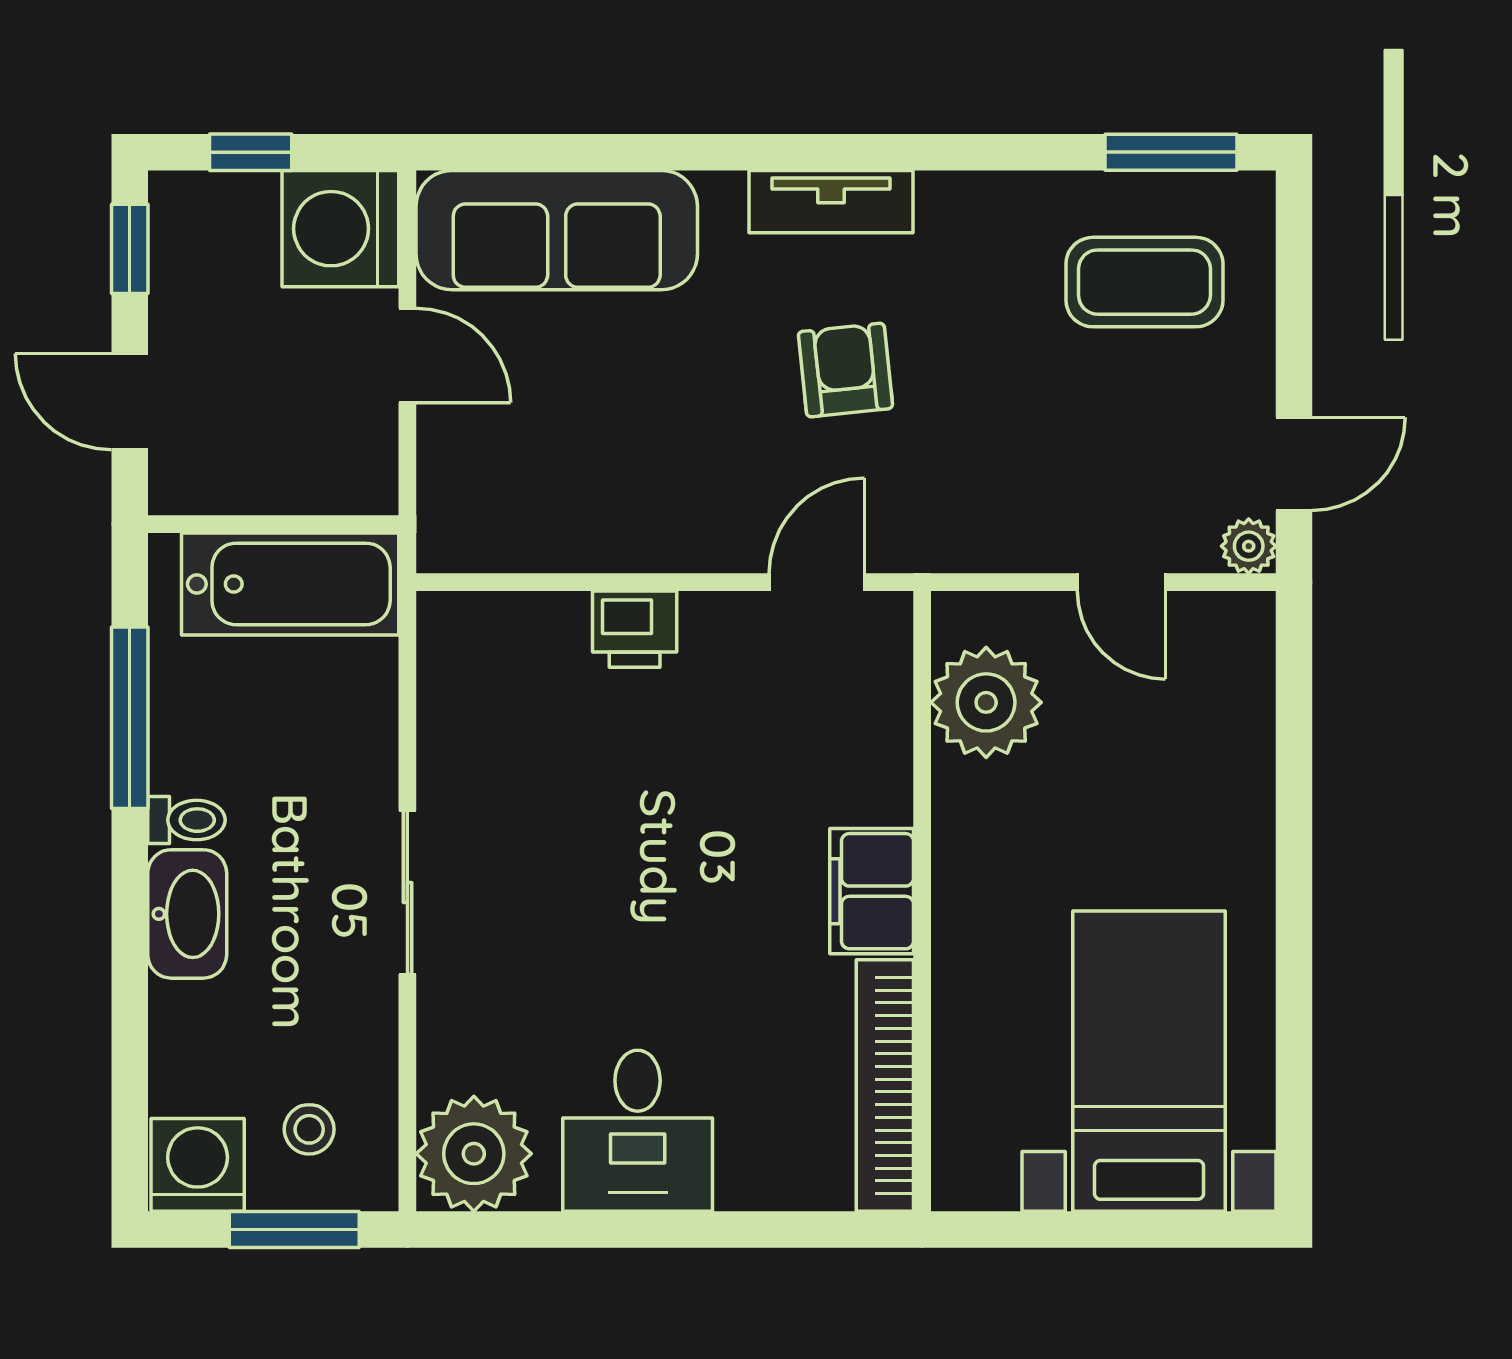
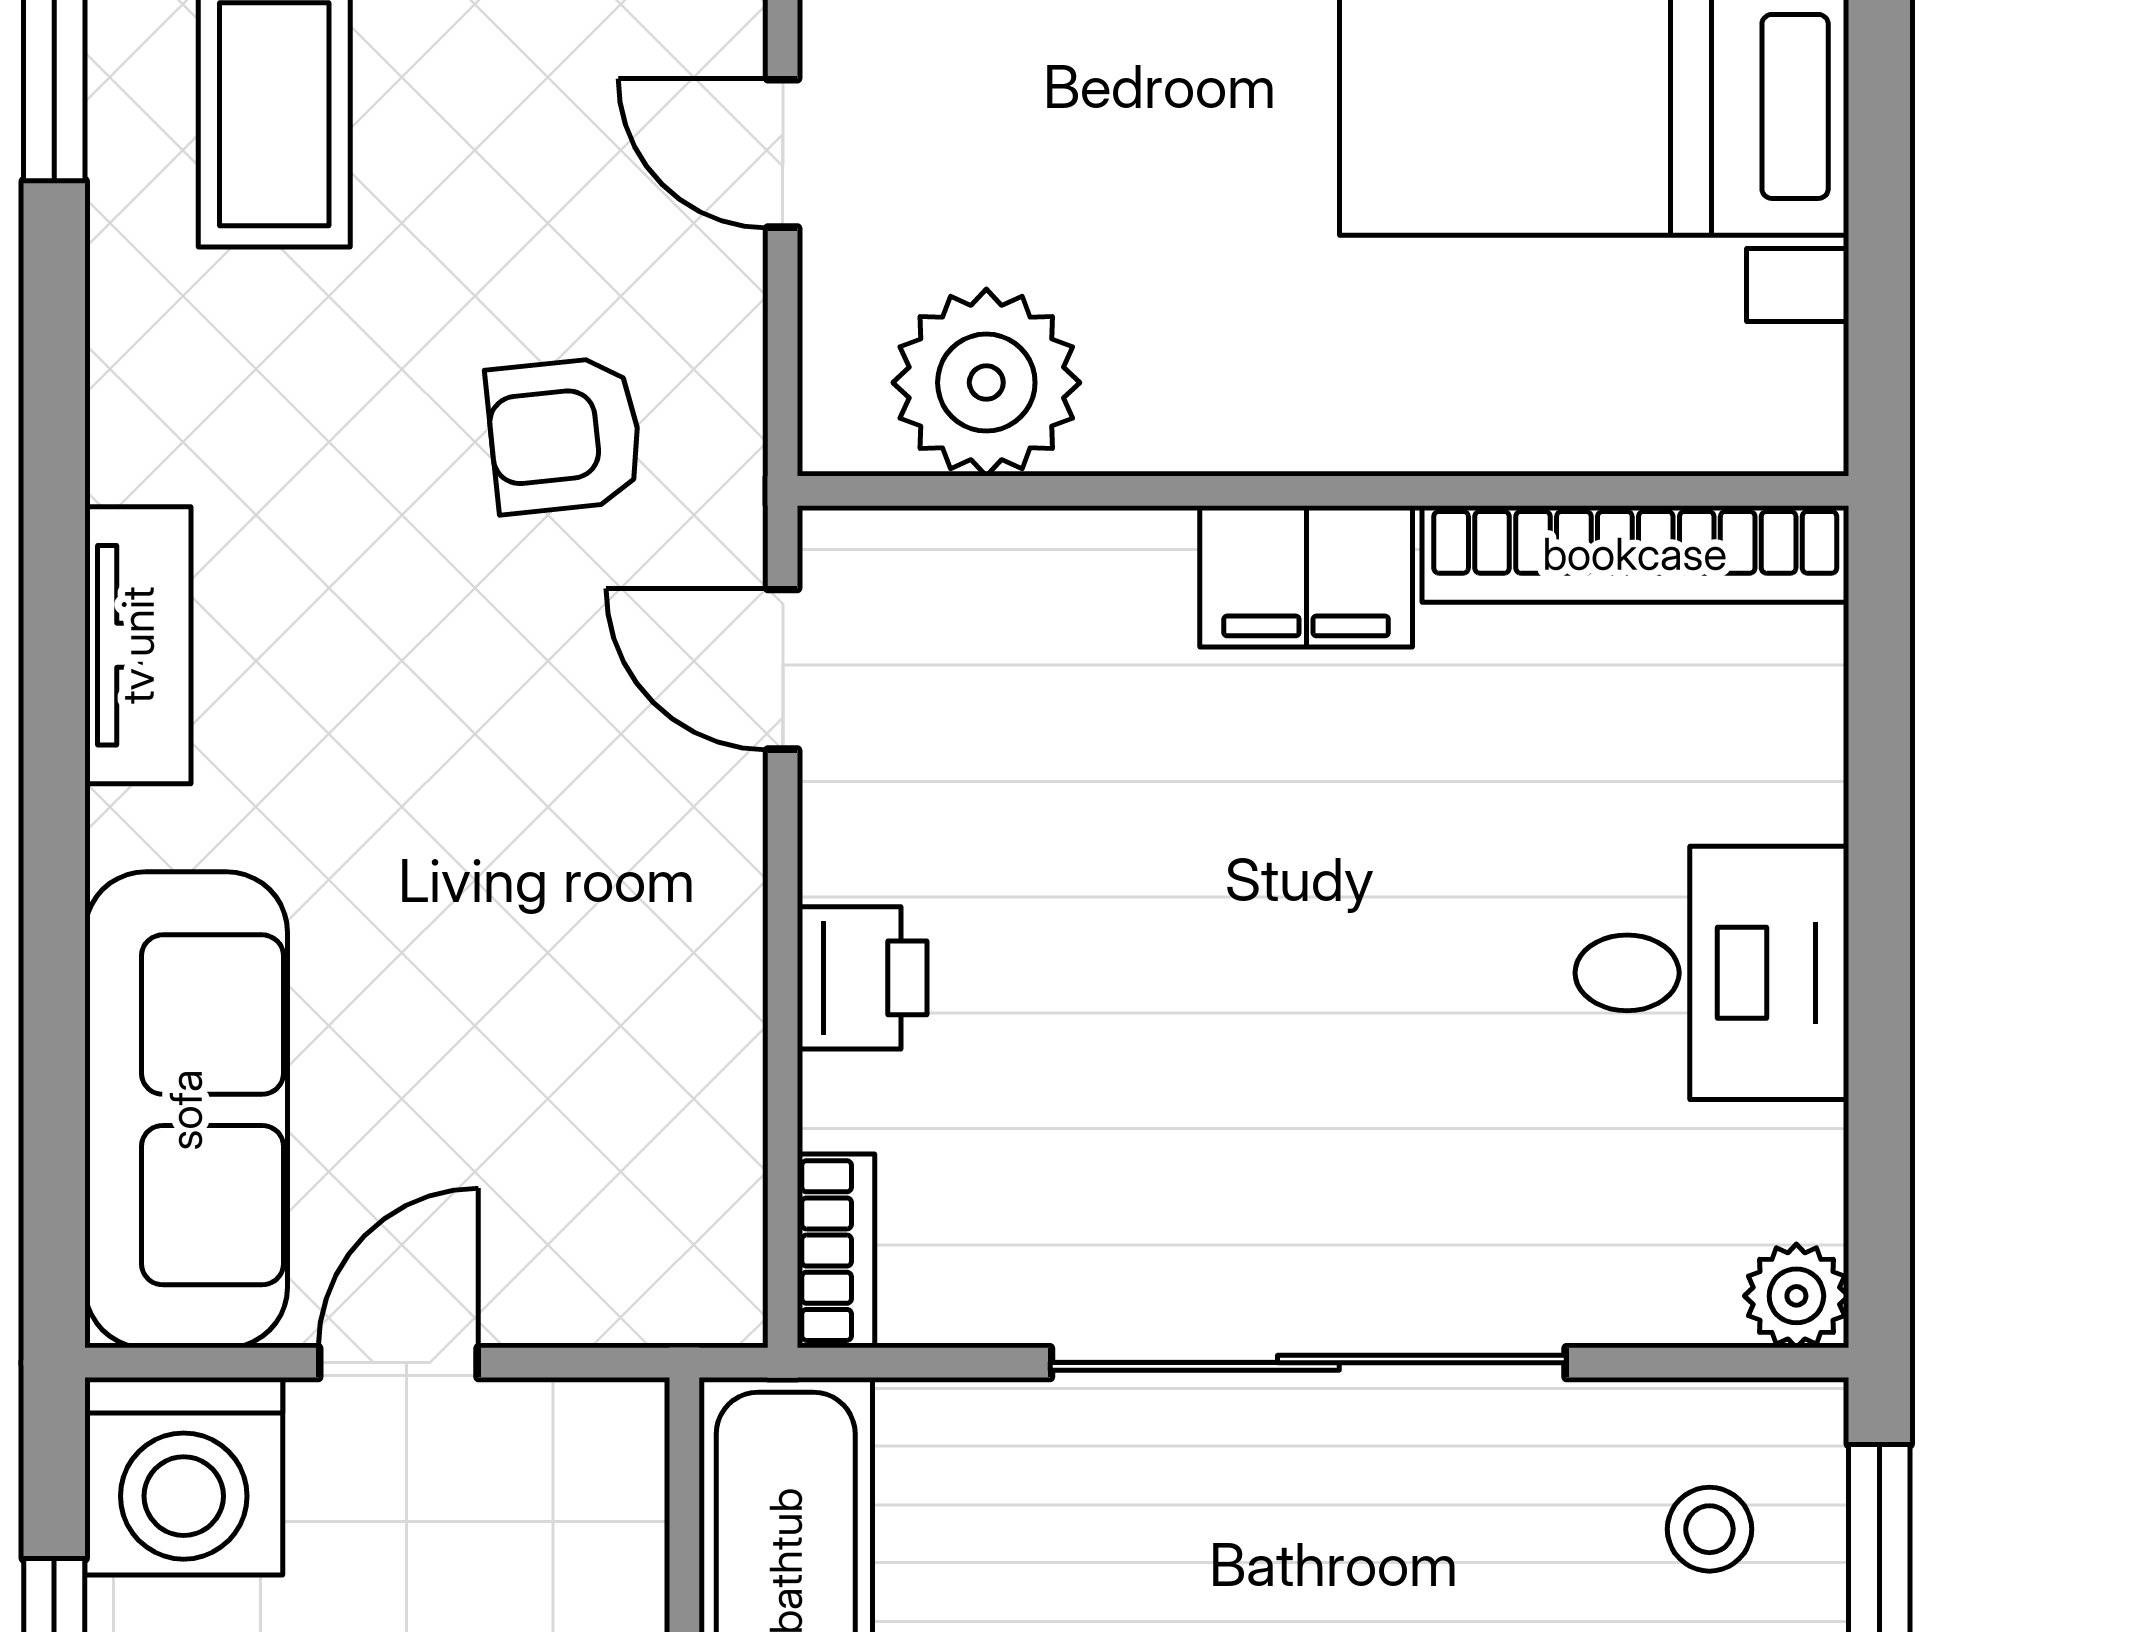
armchair: (845, 370) -> (565, 435), moved
door: (1121, 582) -> (783, 153), swing flipped
bookcase: (474, 614) -> (836, 1251), added
sliding door: (407, 893) -> (1308, 1363), width x1.86
plant: (474, 1154) -> (1796, 1296), width x0.53, depth x0.53

